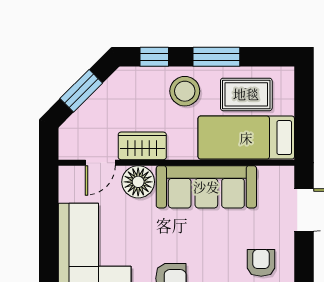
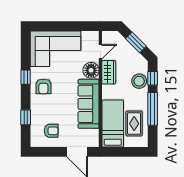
window: (216, 57) -> (153, 109), width x1.44
stool: (185, 91) -> (139, 81), moved
door: (100, 163) -> (100, 52), swing flipped

